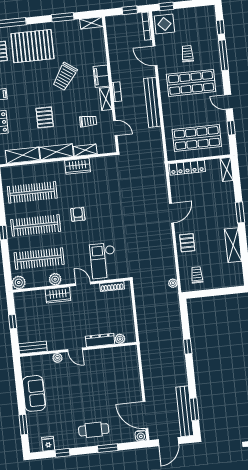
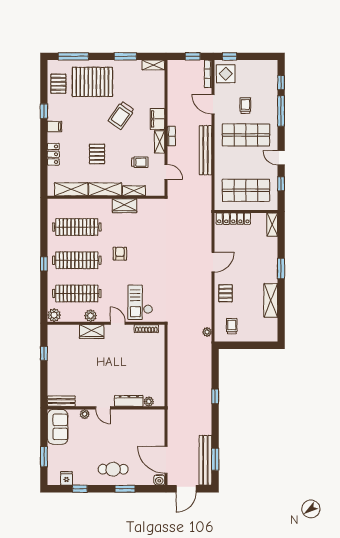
plant: (120, 339) -> (149, 402), moved
dresser: (100, 340) -> (129, 401), moved
bench: (33, 348) -> (61, 401), moved
door: (75, 350) -> (103, 408), moved
wall: (78, 350) -> (106, 408), moved
plant: (57, 358) -> (85, 414), moved

